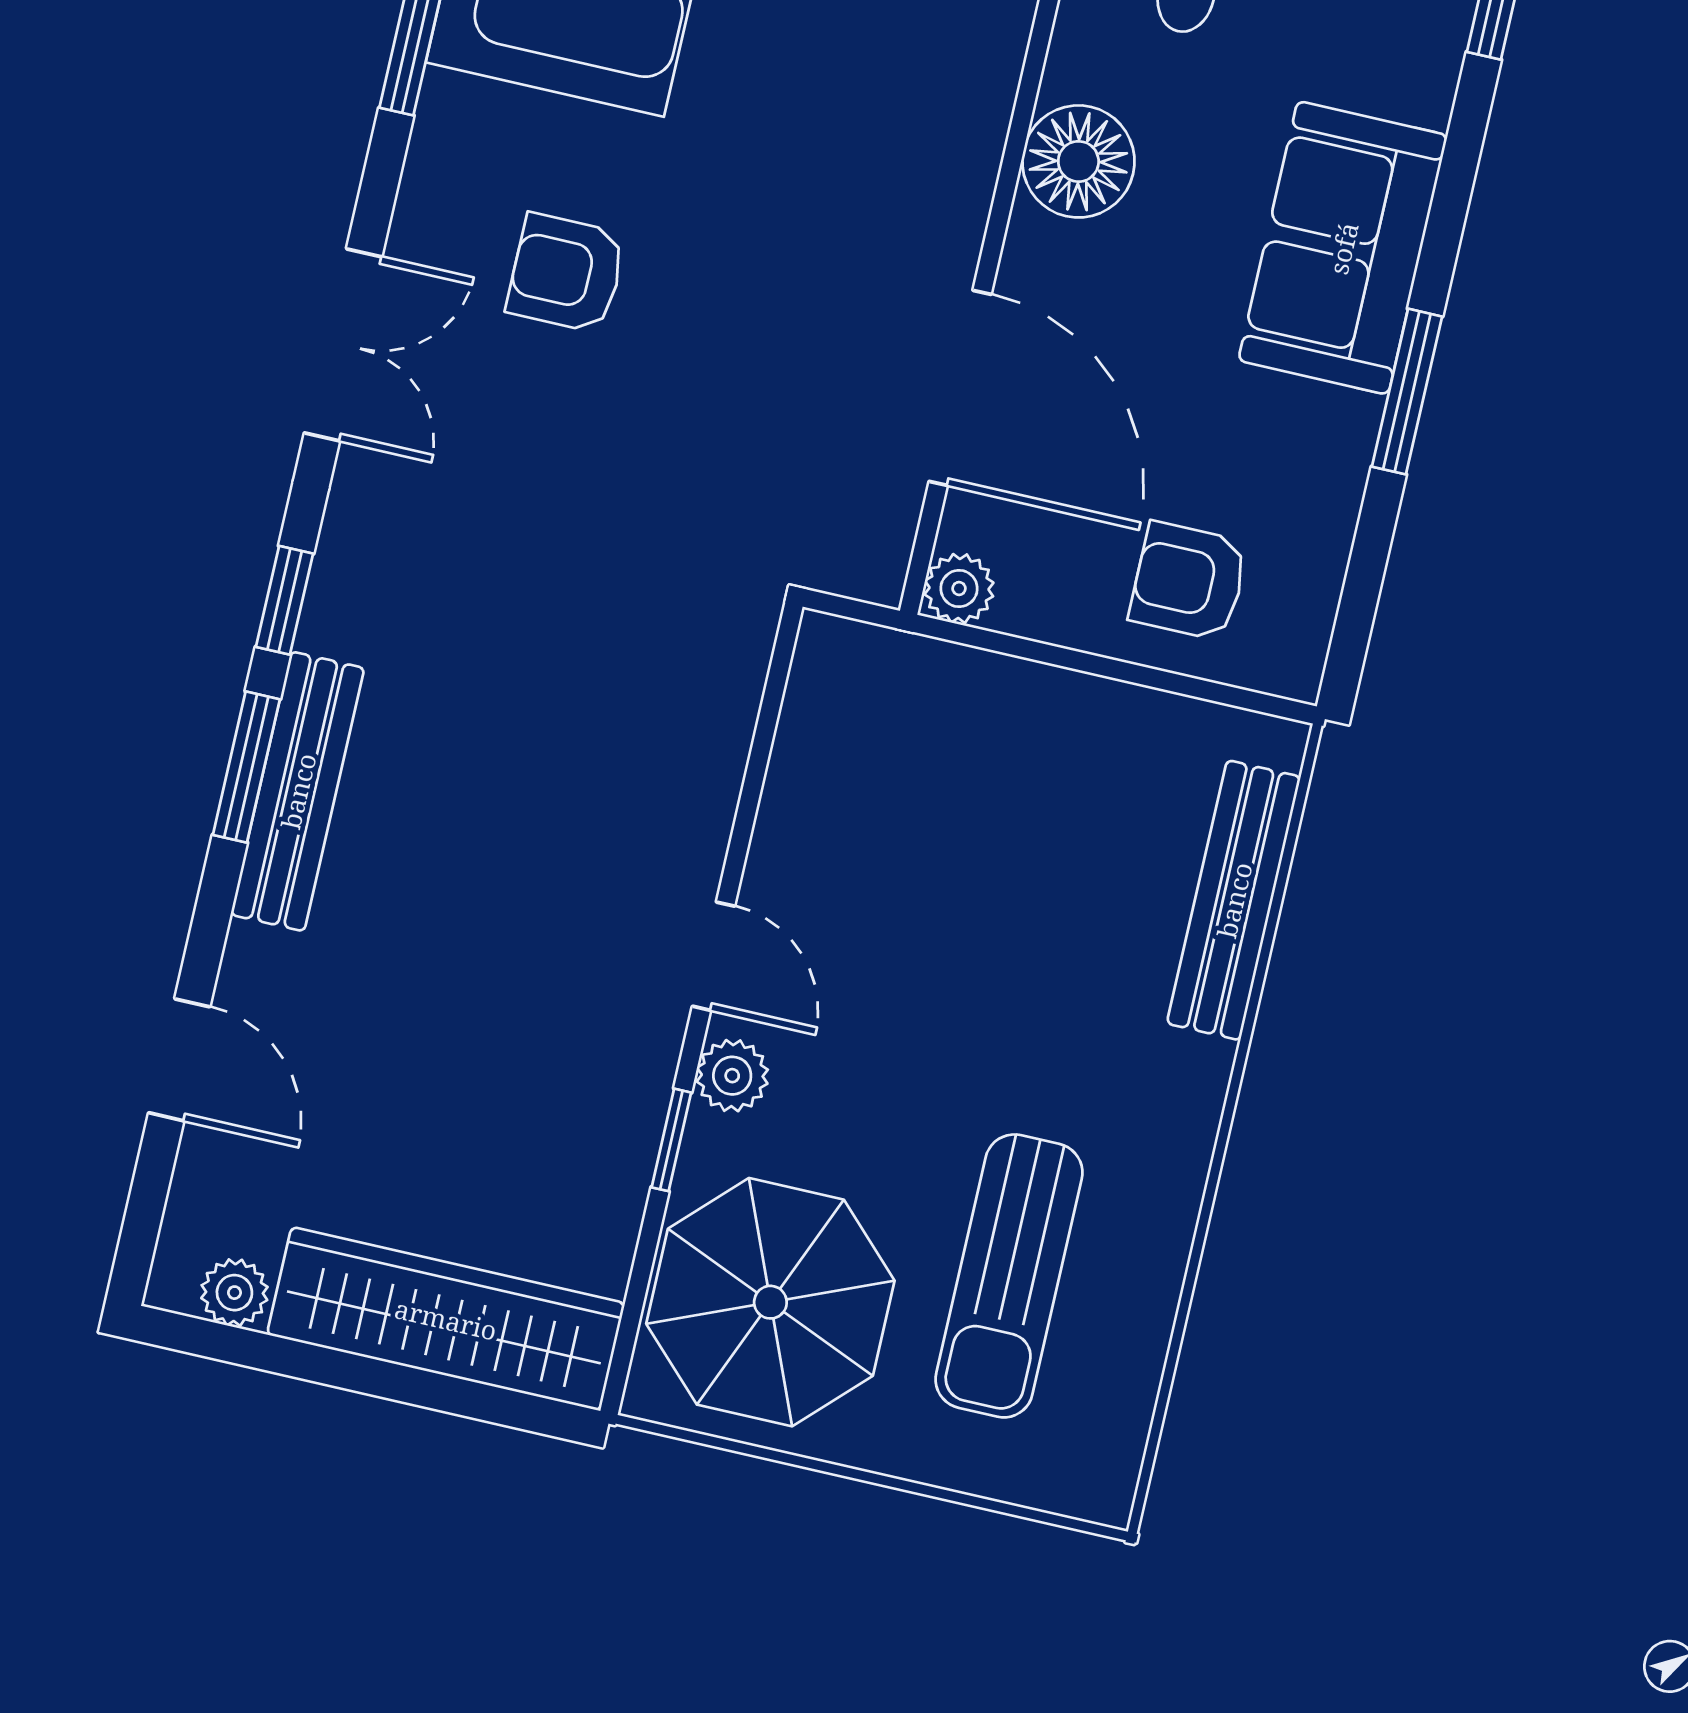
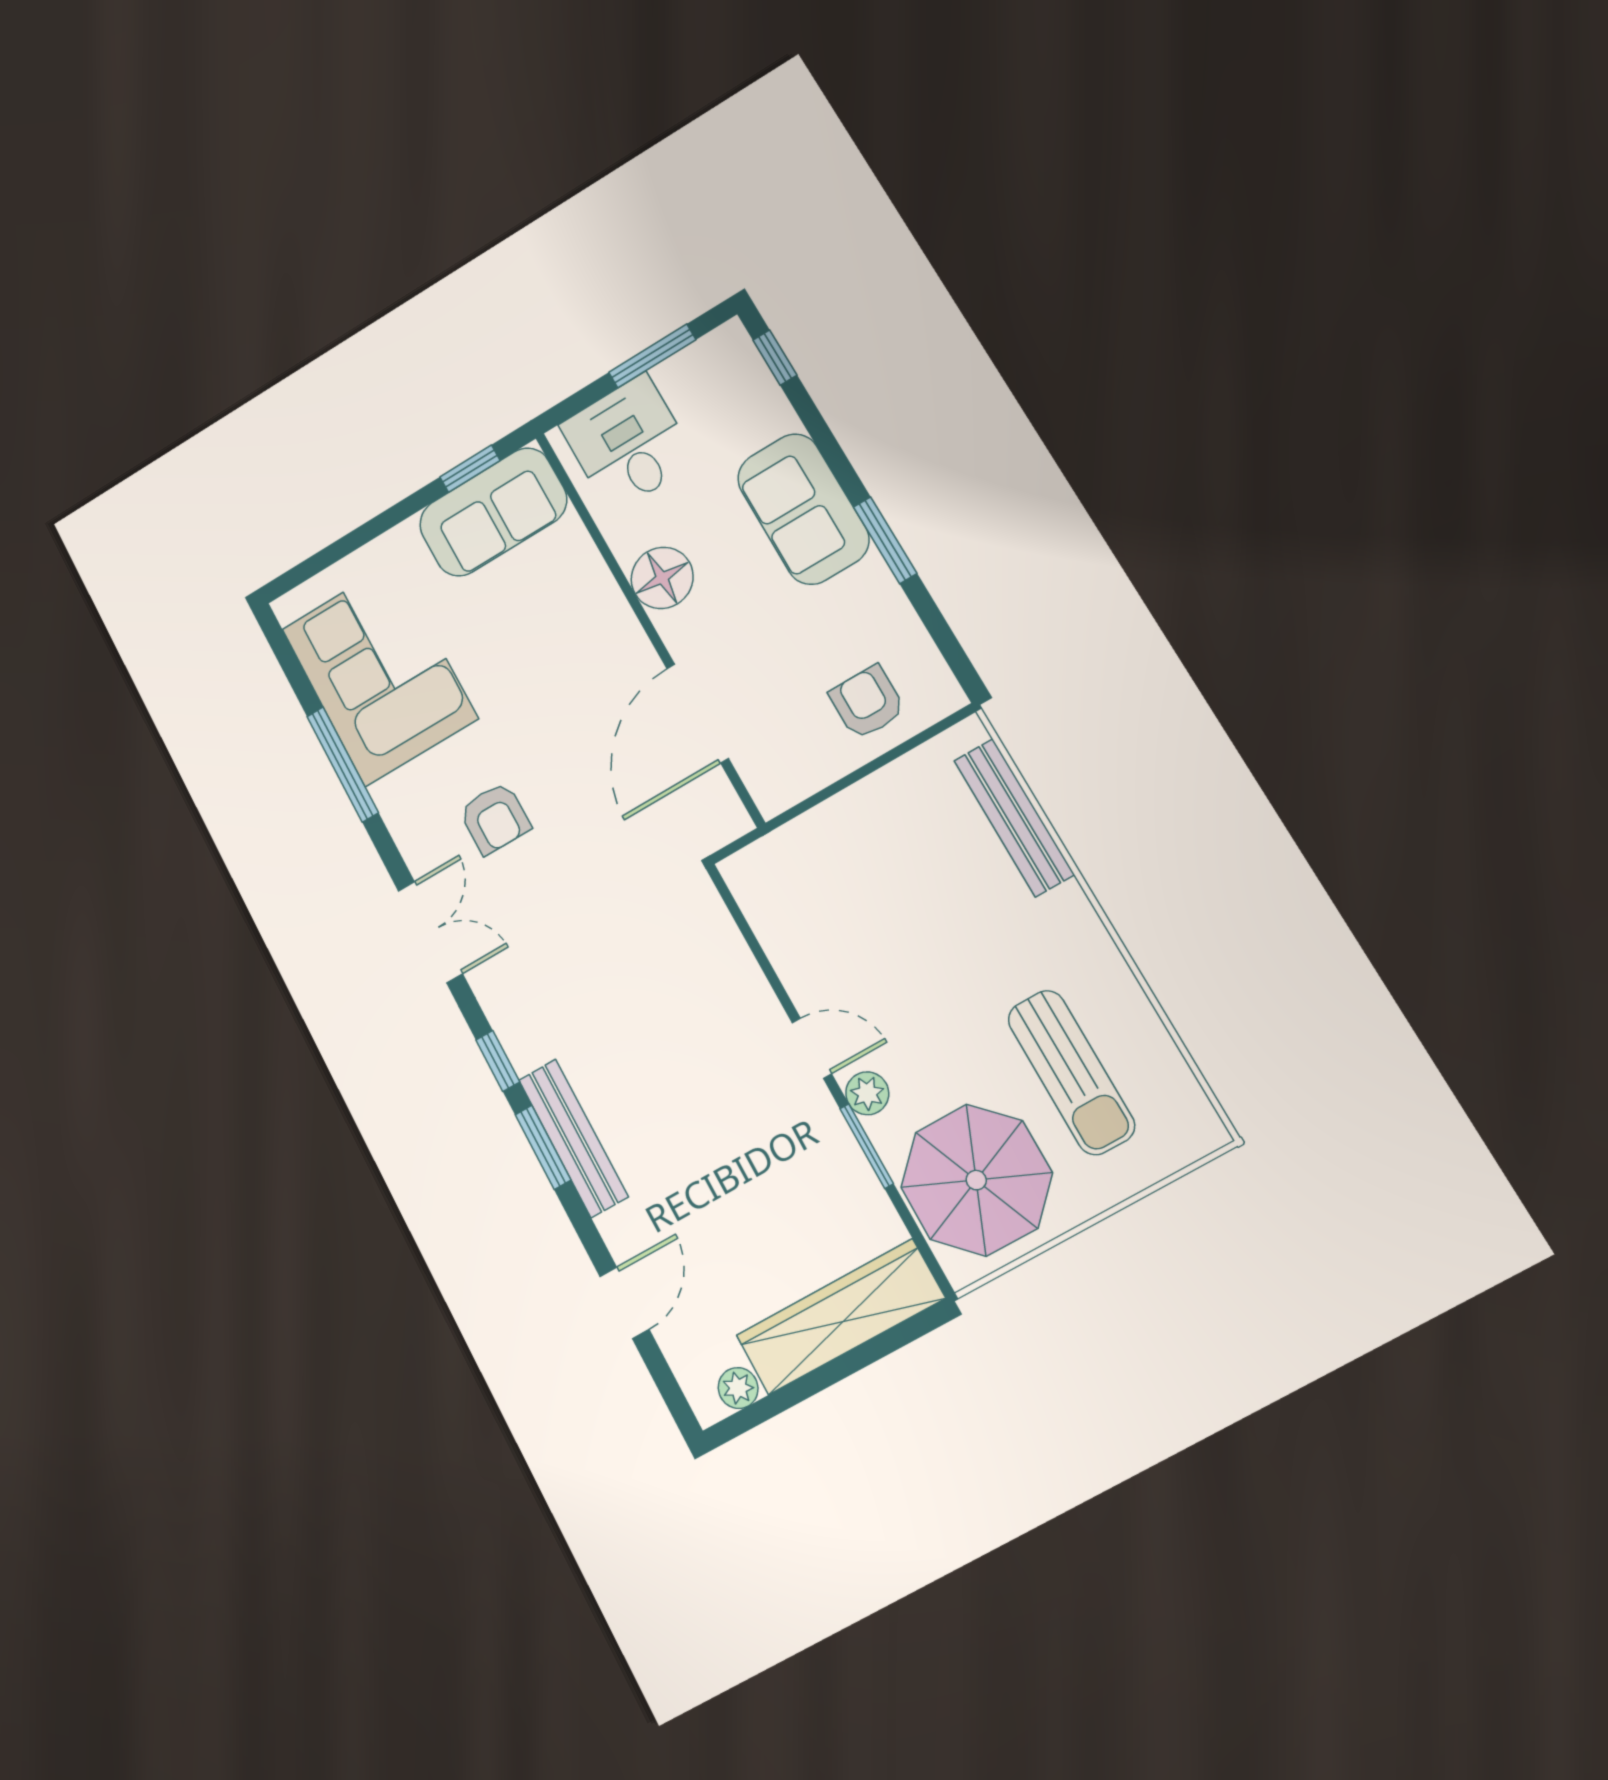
armchair: (566, 273) -> (495, 818), turned -90
door: (960, 388) -> (698, 713), swing flipped
armchair: (1189, 581) -> (867, 702), turned 90
plant: (959, 588) -> (773, 796), removed
door: (179, 1060) -> (624, 1303), hinge flipped
window: (671, 1140) -> (867, 1146), width x1.50

